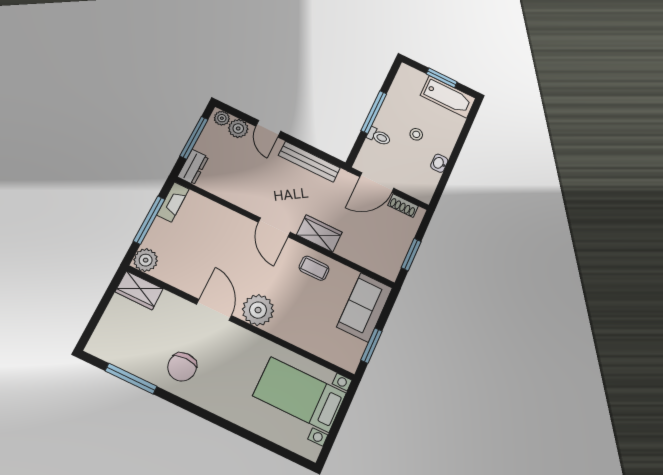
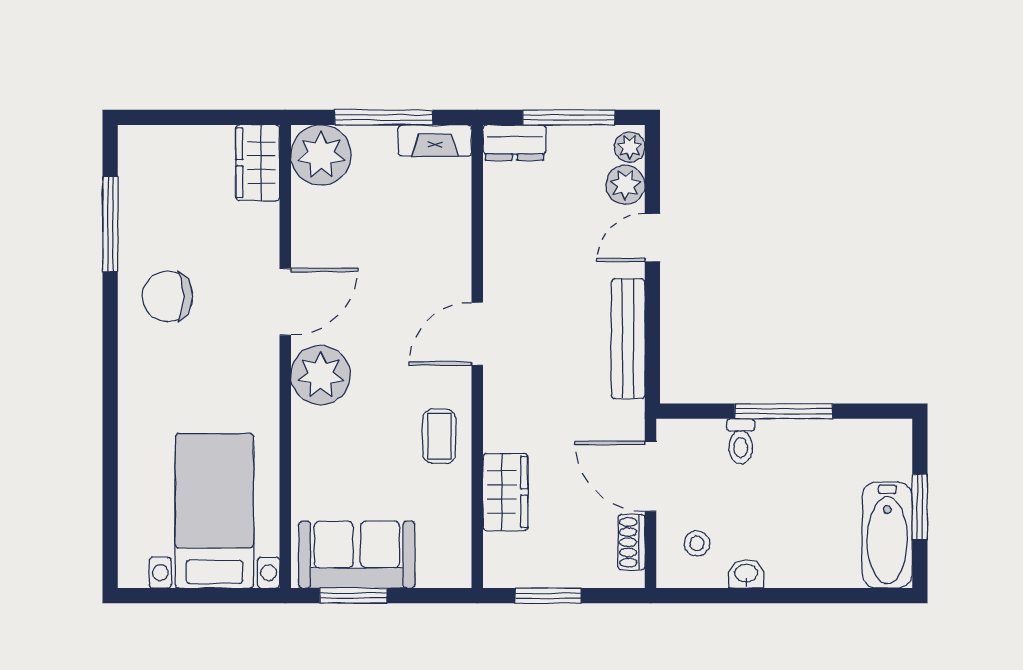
stool: (416, 134) -> (697, 543), moved
wardrobe: (319, 234) -> (505, 492), moved
plant: (146, 260) -> (321, 155), width x1.36, depth x1.36
sofa: (365, 307) -> (357, 555), moved

